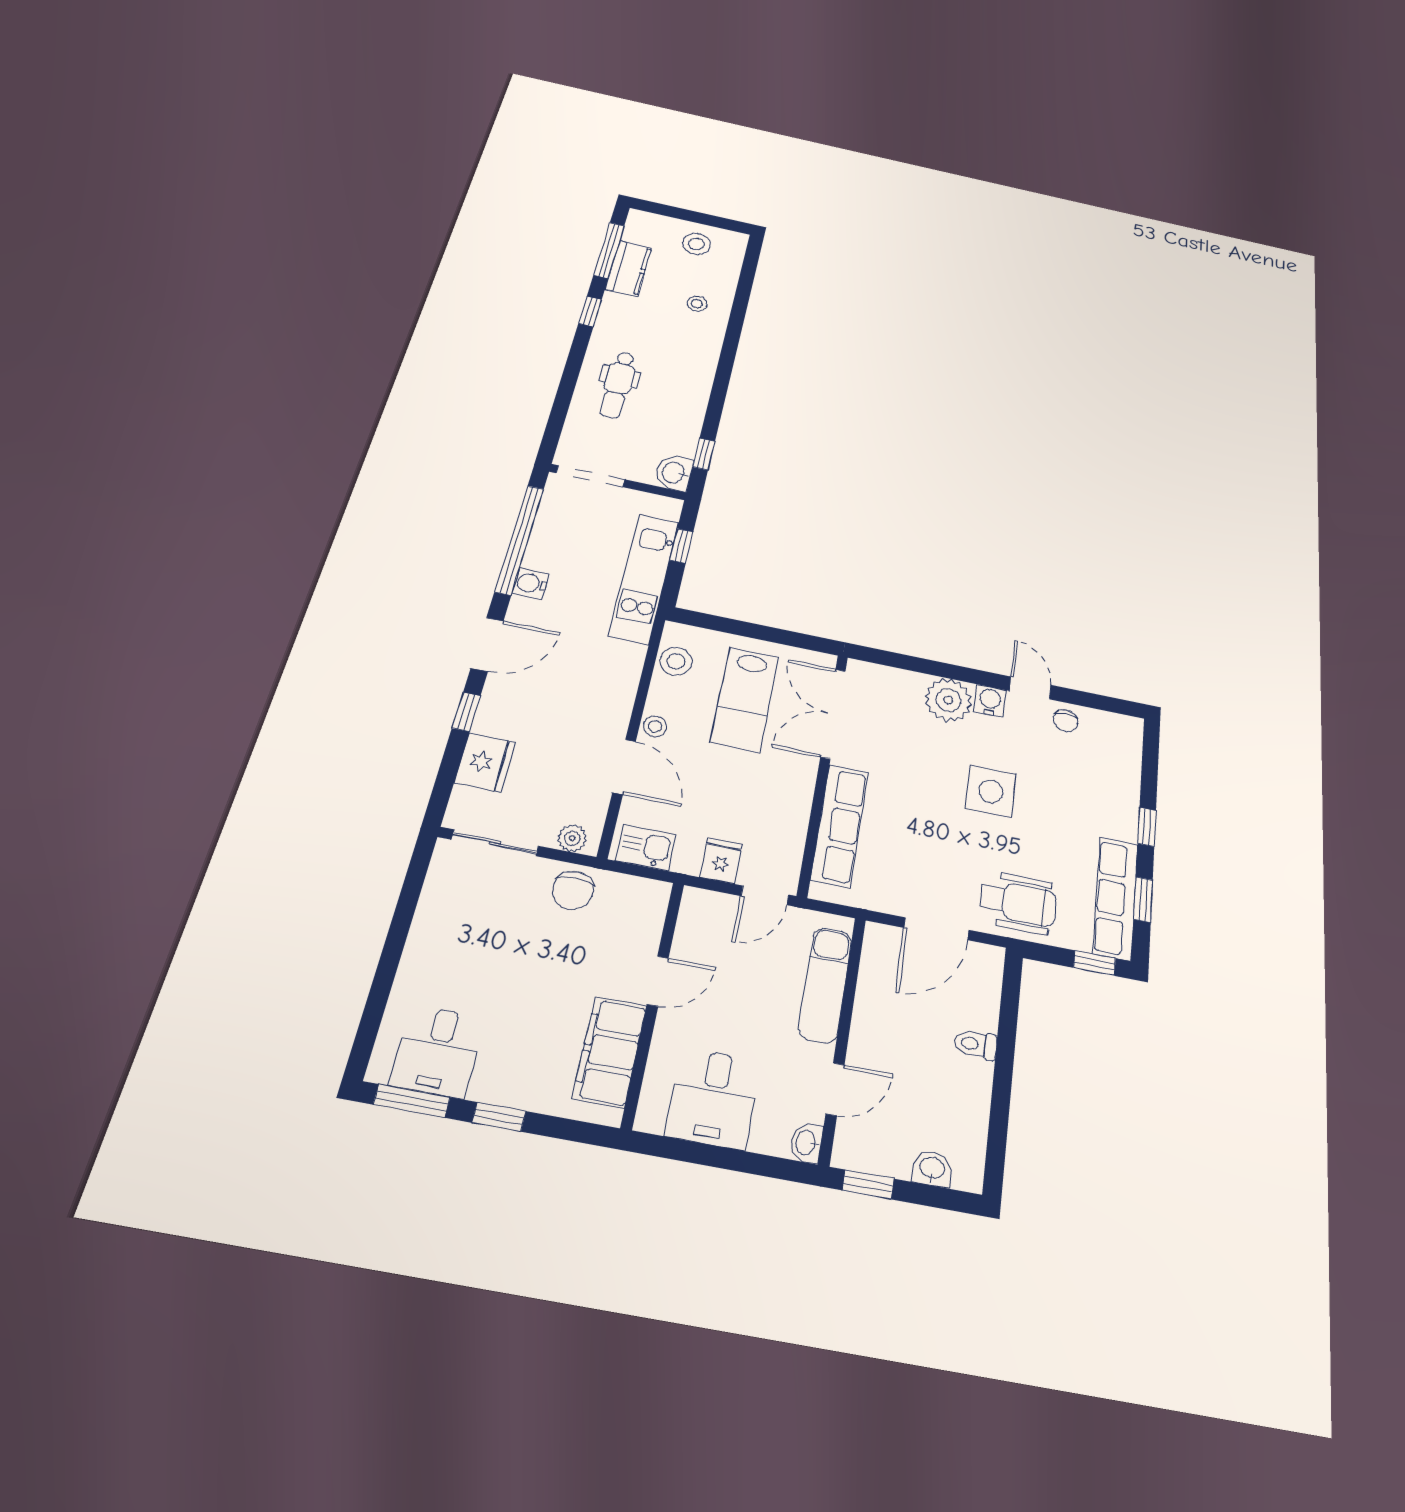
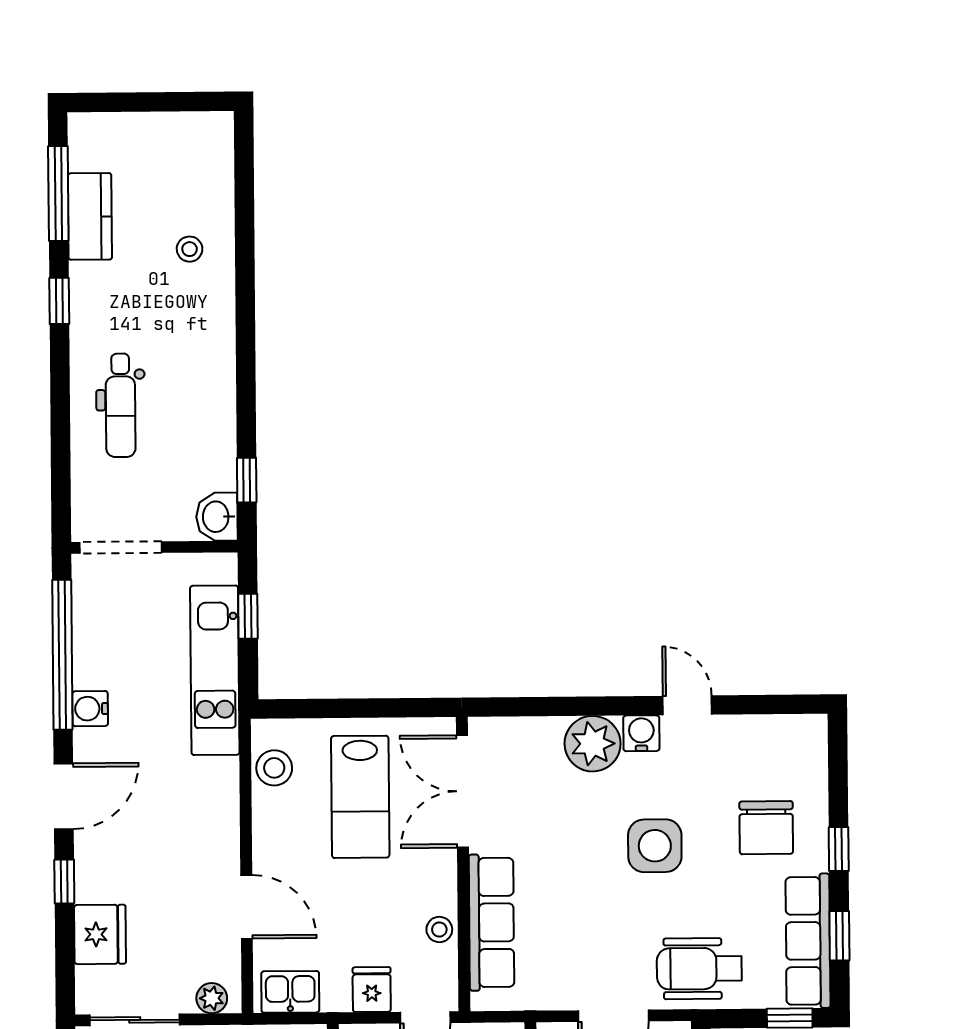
stool: (696, 244) -> (168, 149), removed
chair: (1066, 721) -> (766, 828), moved, width x1.87, depth x1.87
stool: (655, 726) -> (439, 929), moved
wheelchair: (1018, 903) -> (699, 969), turned 180

